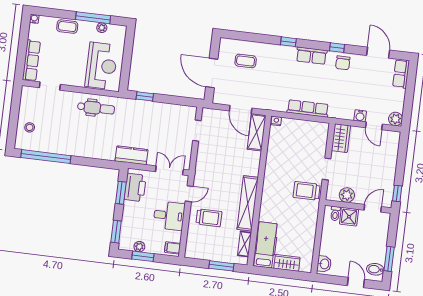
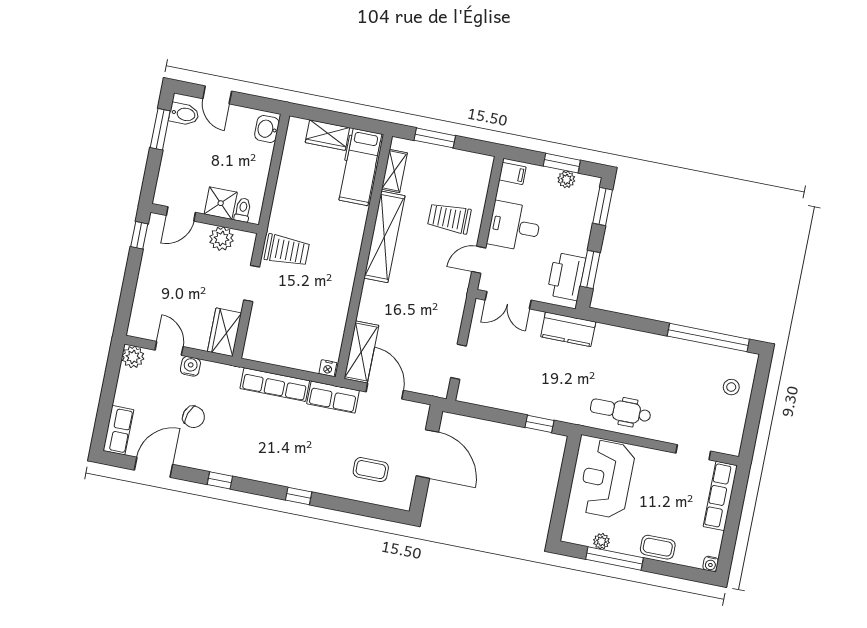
door: (378, 53) -> (154, 467), swing flipped
row of seats: (311, 56) -> (333, 397), moved, turned 180
chair: (343, 63) -> (194, 417), moved, turned 109

